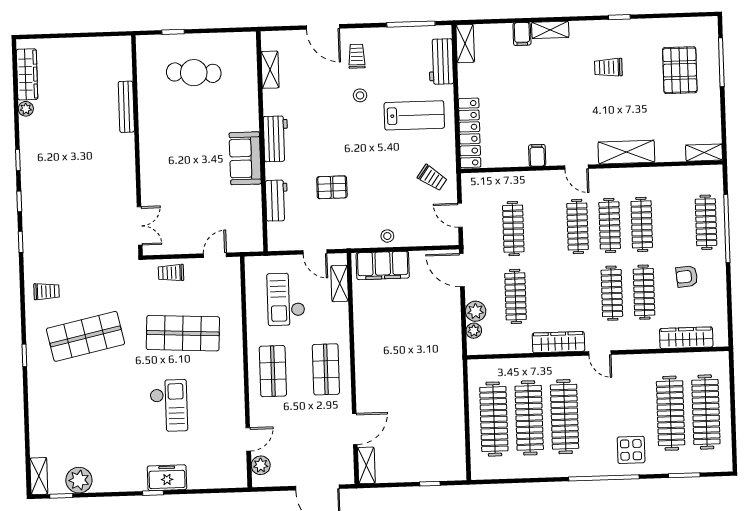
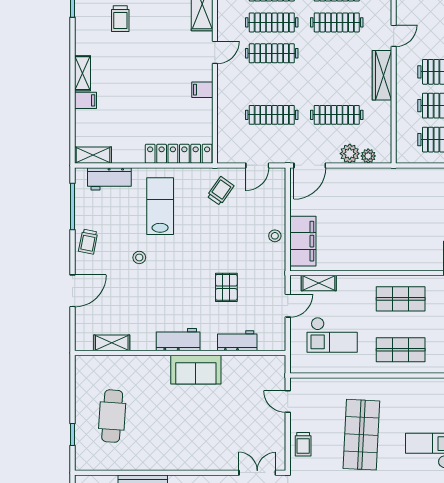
trolley: (357, 56) -> (88, 242), moved, turned -79

